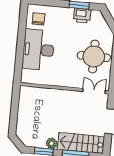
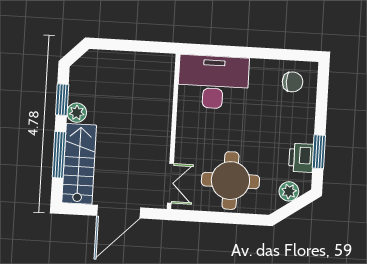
plant: (101, 23) -> (289, 191), added
desk: (38, 50) -> (213, 82), moved

